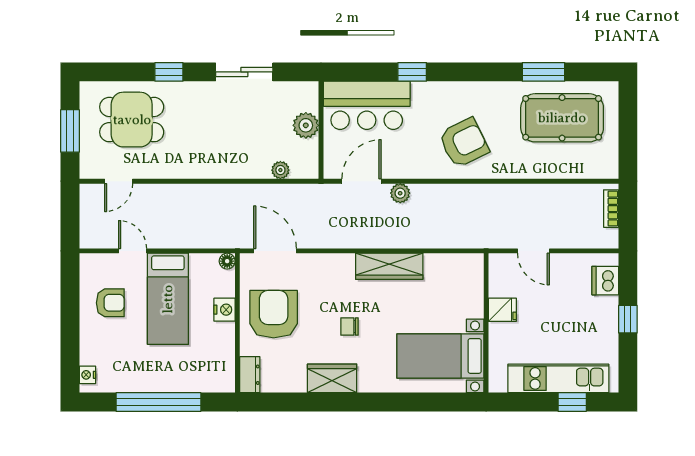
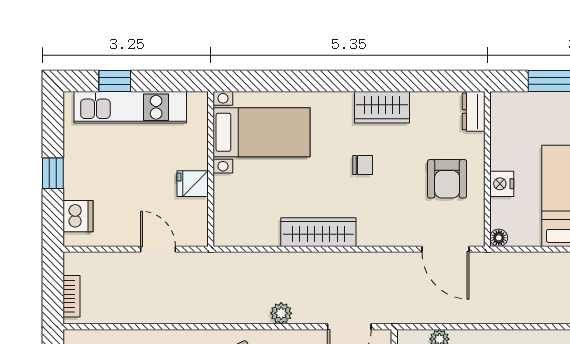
plant: (400, 193) -> (281, 313), moved
armchair: (274, 314) -> (447, 179), width x0.73, depth x0.73

